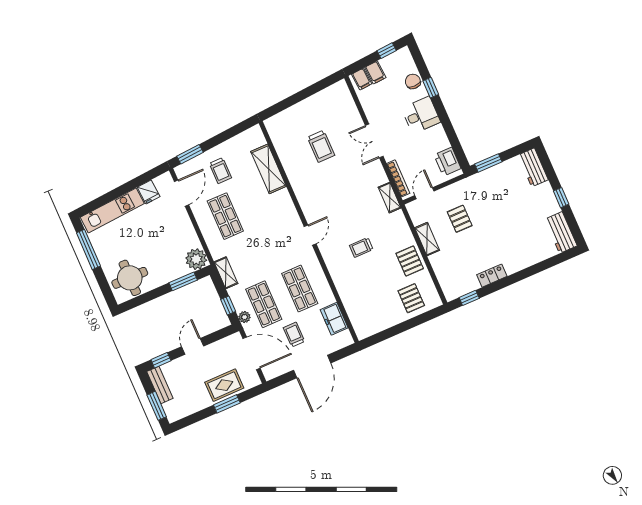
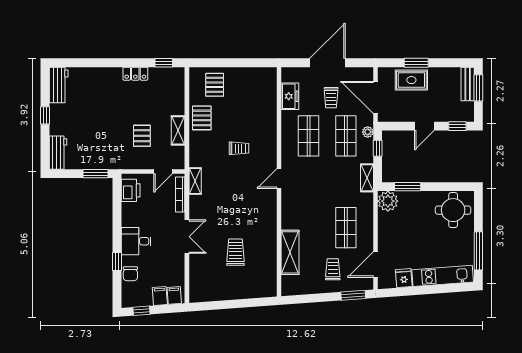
bench: (160, 385) -> (468, 84), moved

